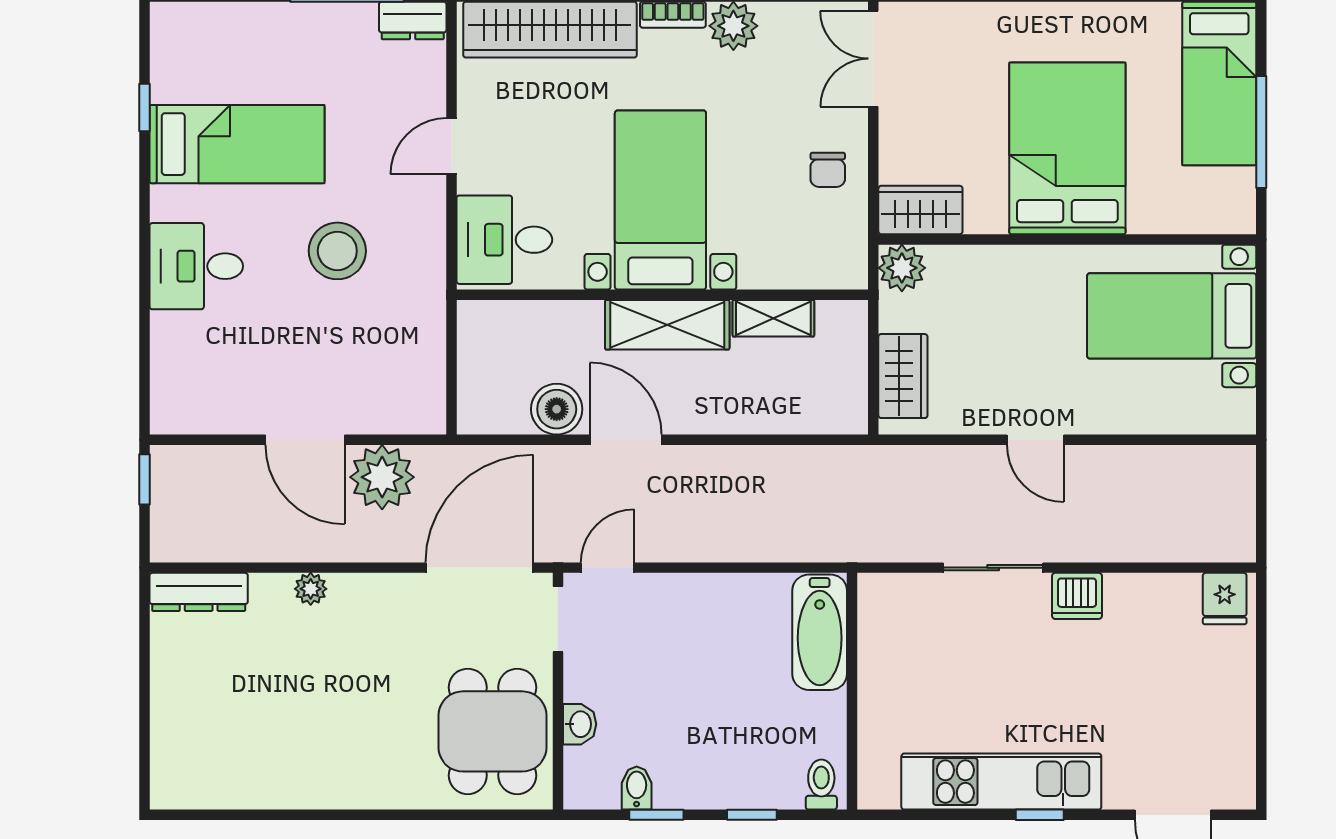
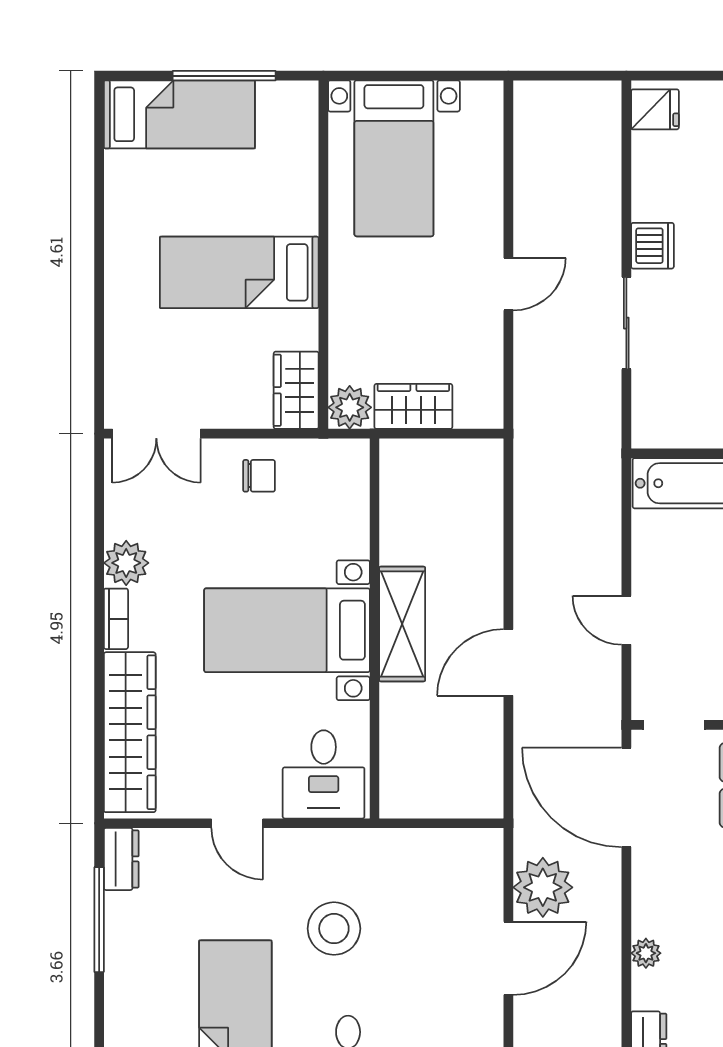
bed: (1067, 148) -> (239, 272), width x0.67
shelving: (773, 318) -> (396, 526), removed
wardrobe: (903, 376) -> (413, 406), moved
boiler: (557, 409) -> (480, 726), removed
door: (608, 568) -> (626, 620), moved

